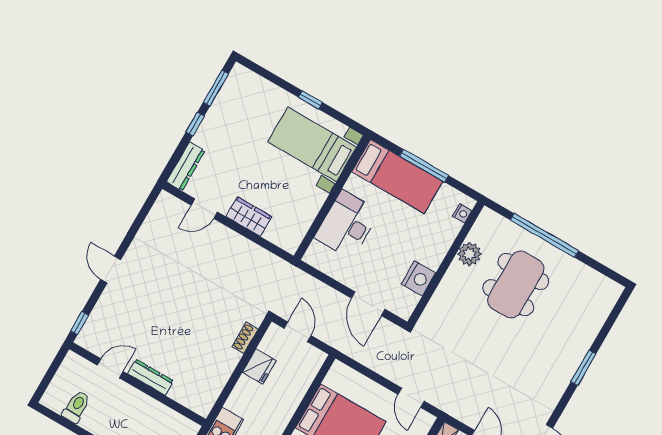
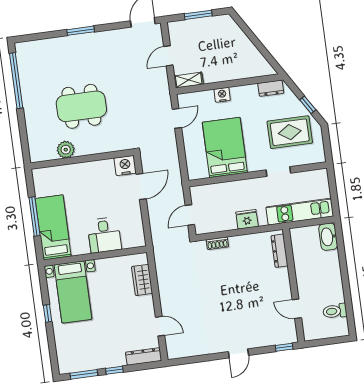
nightstand: (462, 213) -> (45, 172), removed
wardrobe: (249, 216) -> (142, 280), moved
desk: (347, 225) -> (104, 235), width x0.73
window: (544, 235) -> (16, 81), moved
nightstand: (418, 278) -> (125, 165), moved
dining table: (516, 285) -> (81, 106), moved
fridge: (259, 366) -> (247, 219), moved
dresser: (151, 377) -> (280, 251), moved

